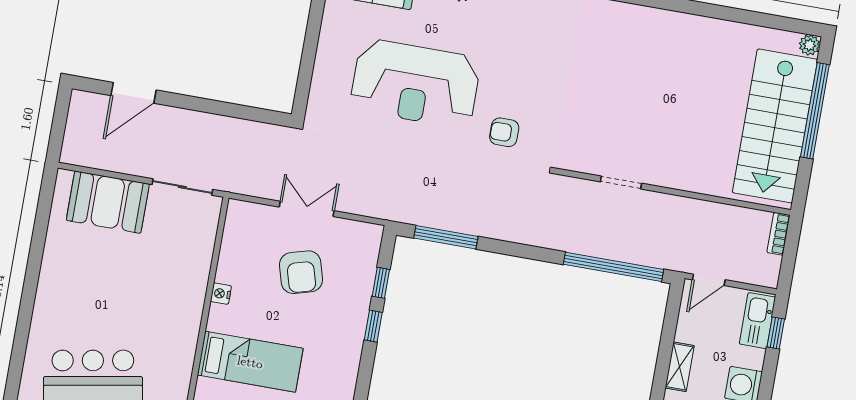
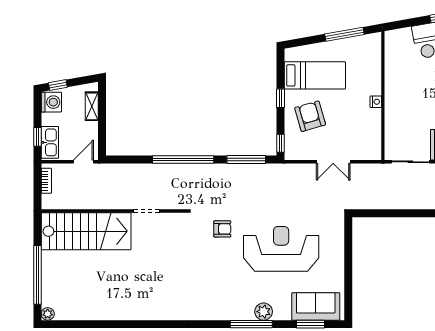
stairs: (775, 126) -> (86, 231), moved, turned 90
bookcase: (778, 234) -> (46, 181), moved
window: (614, 267) -> (183, 159), moved
armchair: (301, 272) -> (310, 116), moved
window: (381, 283) -> (281, 143), moved
bed: (250, 362) -> (315, 75), moved, turned 180

